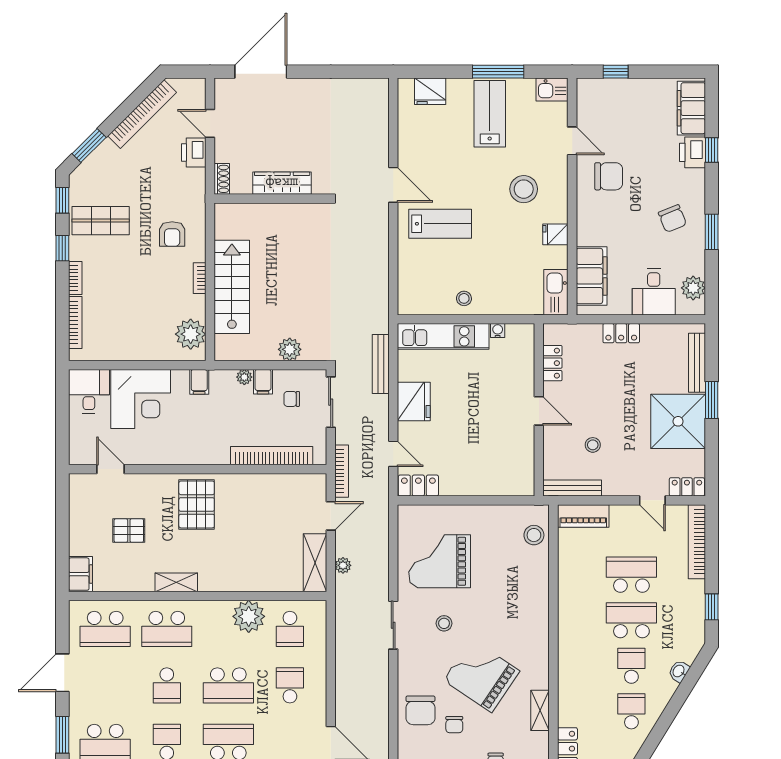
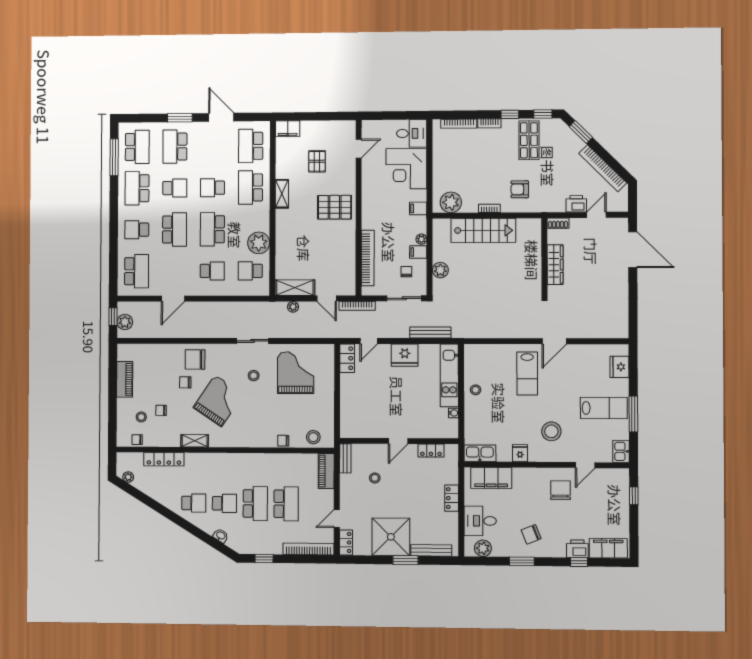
chair: (609, 176) -> (560, 490), turned 180
bench: (572, 488) -> (345, 458), width x0.73
chair: (539, 579) -> (283, 441), added

